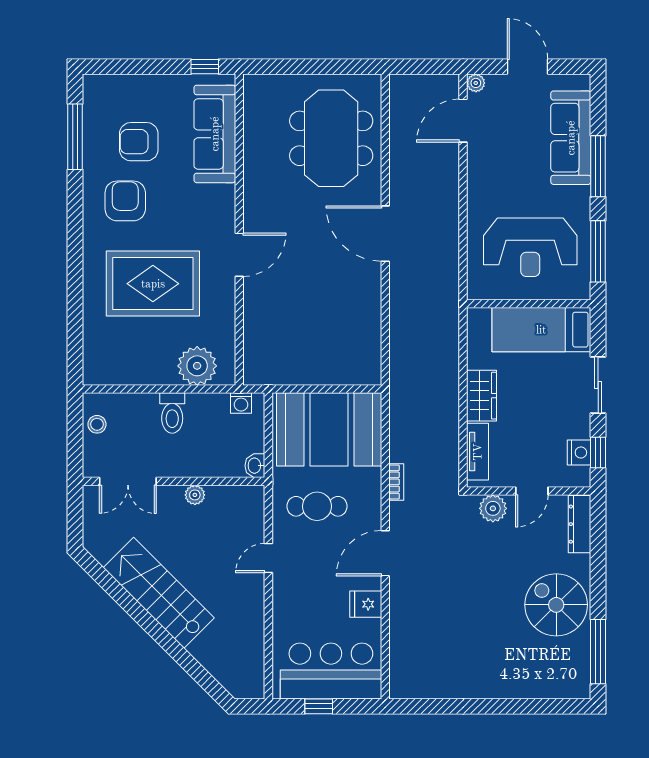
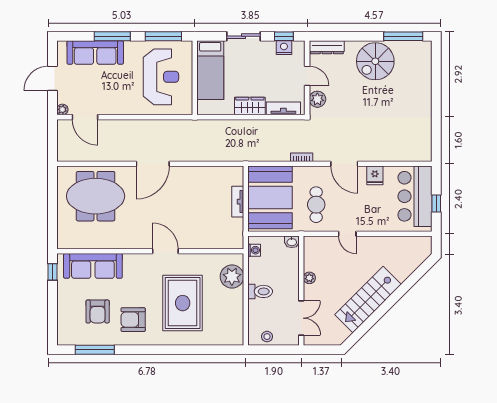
tv unit: (322, 375) -> (238, 202), added

